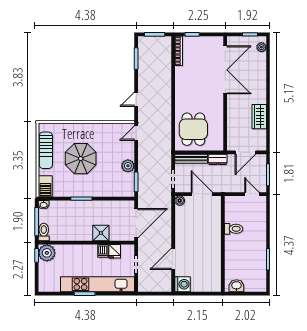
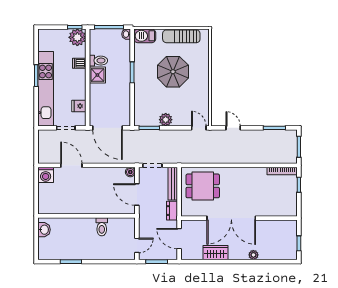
plant: (261, 47) -> (253, 255), moved
double door: (225, 70) -> (231, 218), moved
door: (202, 194) -> (137, 195), swing flipped
toilet: (44, 232) -> (98, 61), moved
shower: (101, 233) -> (97, 75), moved
dishwasher: (103, 251) -> (79, 63), moved

